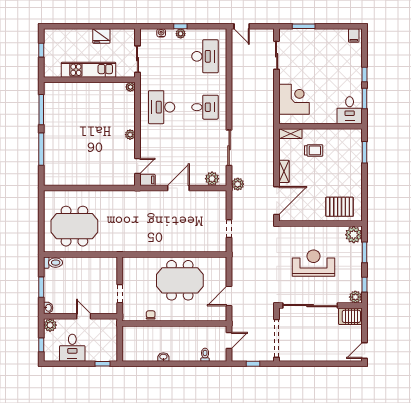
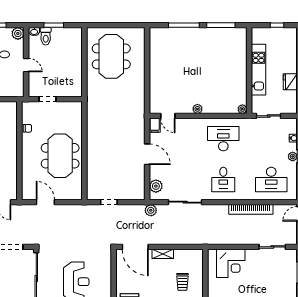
bookcase: (237, 78) -> (251, 209), added
shelving: (291, 134) -> (198, 260), removed
toilet: (53, 263) -> (46, 36), moved
door: (84, 316) -> (26, 65), hinge flipped

